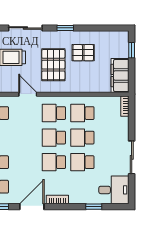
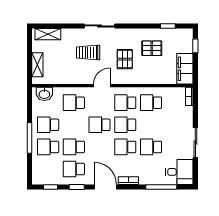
window: (65, 28) -> (168, 26), moved
pallet: (53, 65) -> (125, 59), width x0.67, depth x0.71
door: (28, 94) -> (102, 86), hinge flipped
school desk: (82, 138) -> (100, 125), moved
door: (32, 207) -> (105, 187), hinge flipped
window: (94, 207) -> (161, 187), width x2.17

